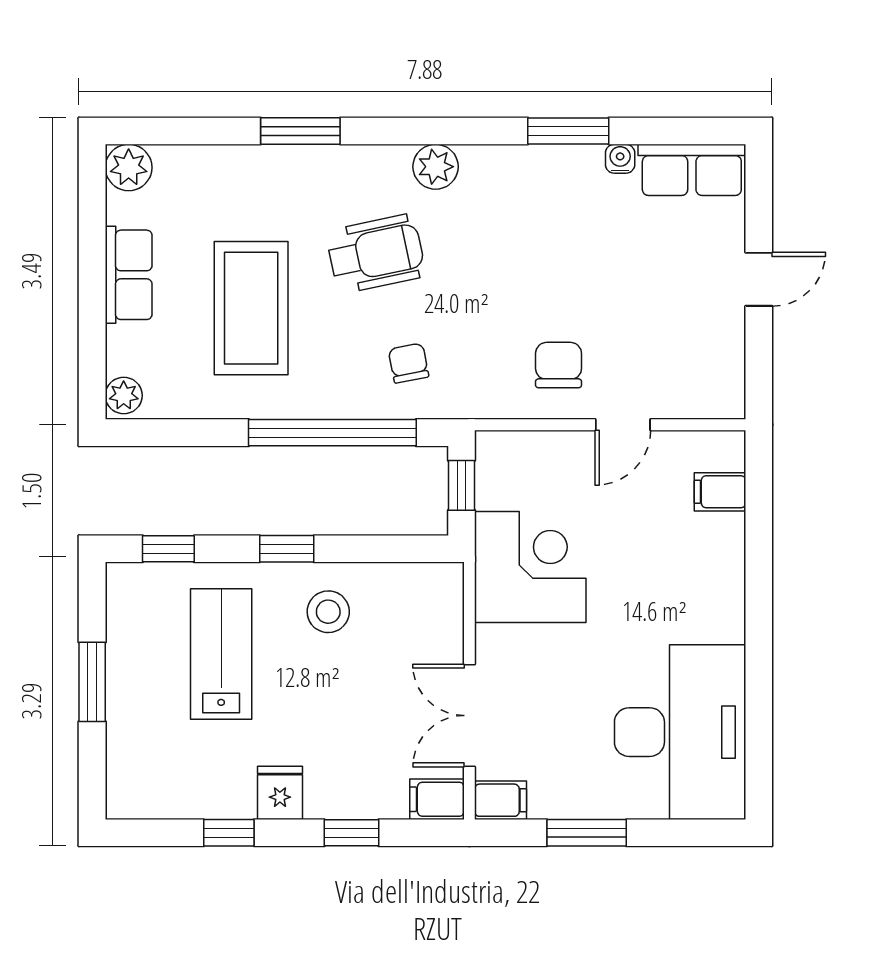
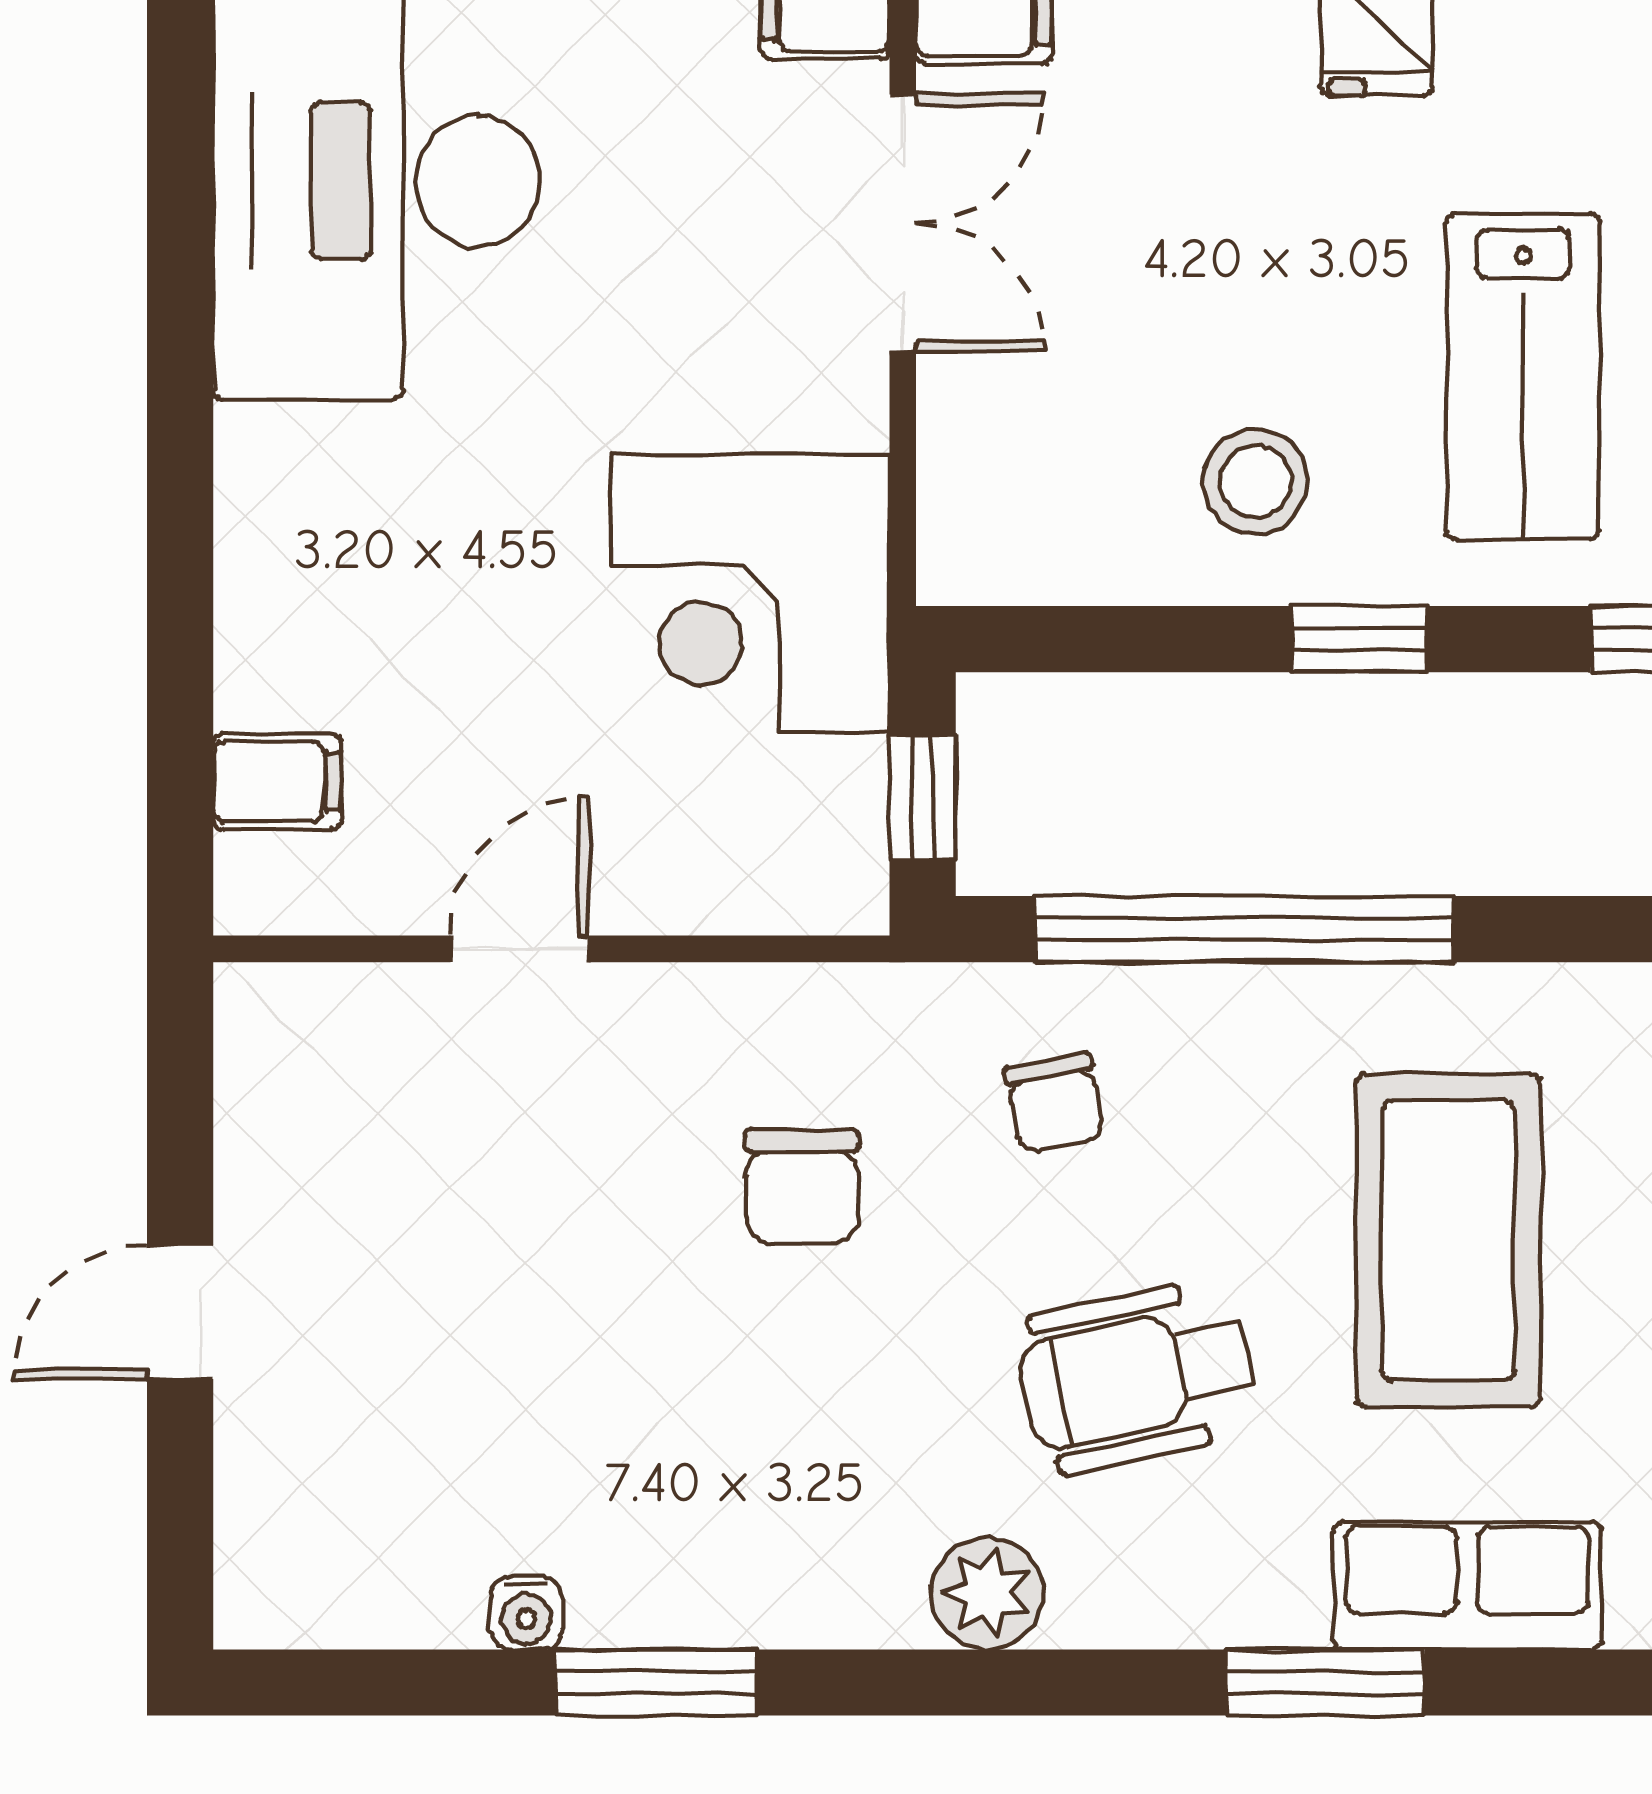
row of seats: (692, 170) -> (1467, 1585), moved
chair: (559, 365) -> (802, 1186), moved

